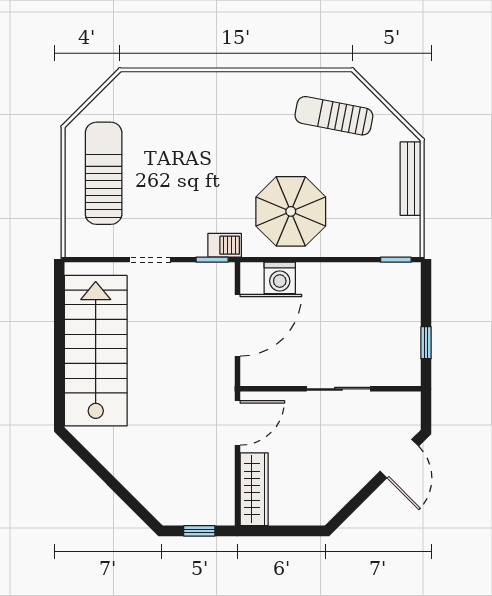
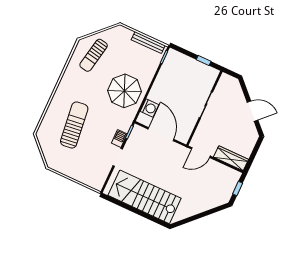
sun lounger: (104, 173) -> (74, 125), moved, turned 83
bench: (411, 179) -> (148, 43), moved
barbecue: (225, 245) -> (119, 139), moved
door: (237, 423) -> (201, 153), swing flipped
door: (399, 459) -> (252, 111), moved

